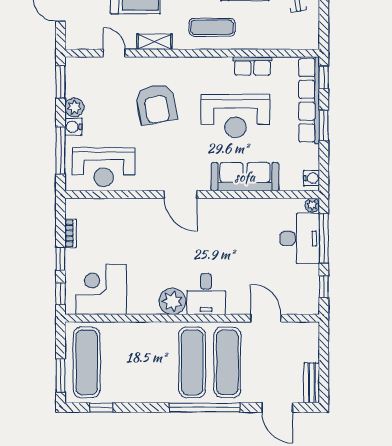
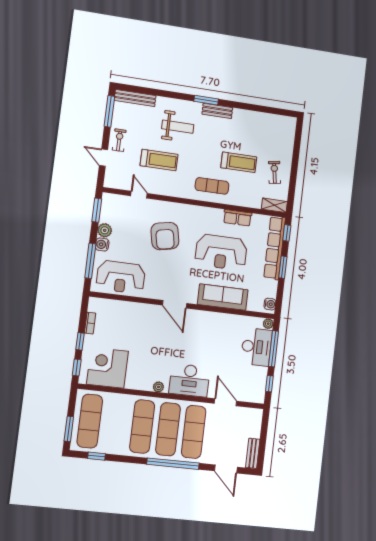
shelving: (155, 42) -> (274, 205), moved
desk: (206, 294) -> (190, 380), width x1.37
plant: (172, 301) -> (158, 387), width x0.53, depth x0.53
exercise mat: (157, 362) -> (142, 427), added

